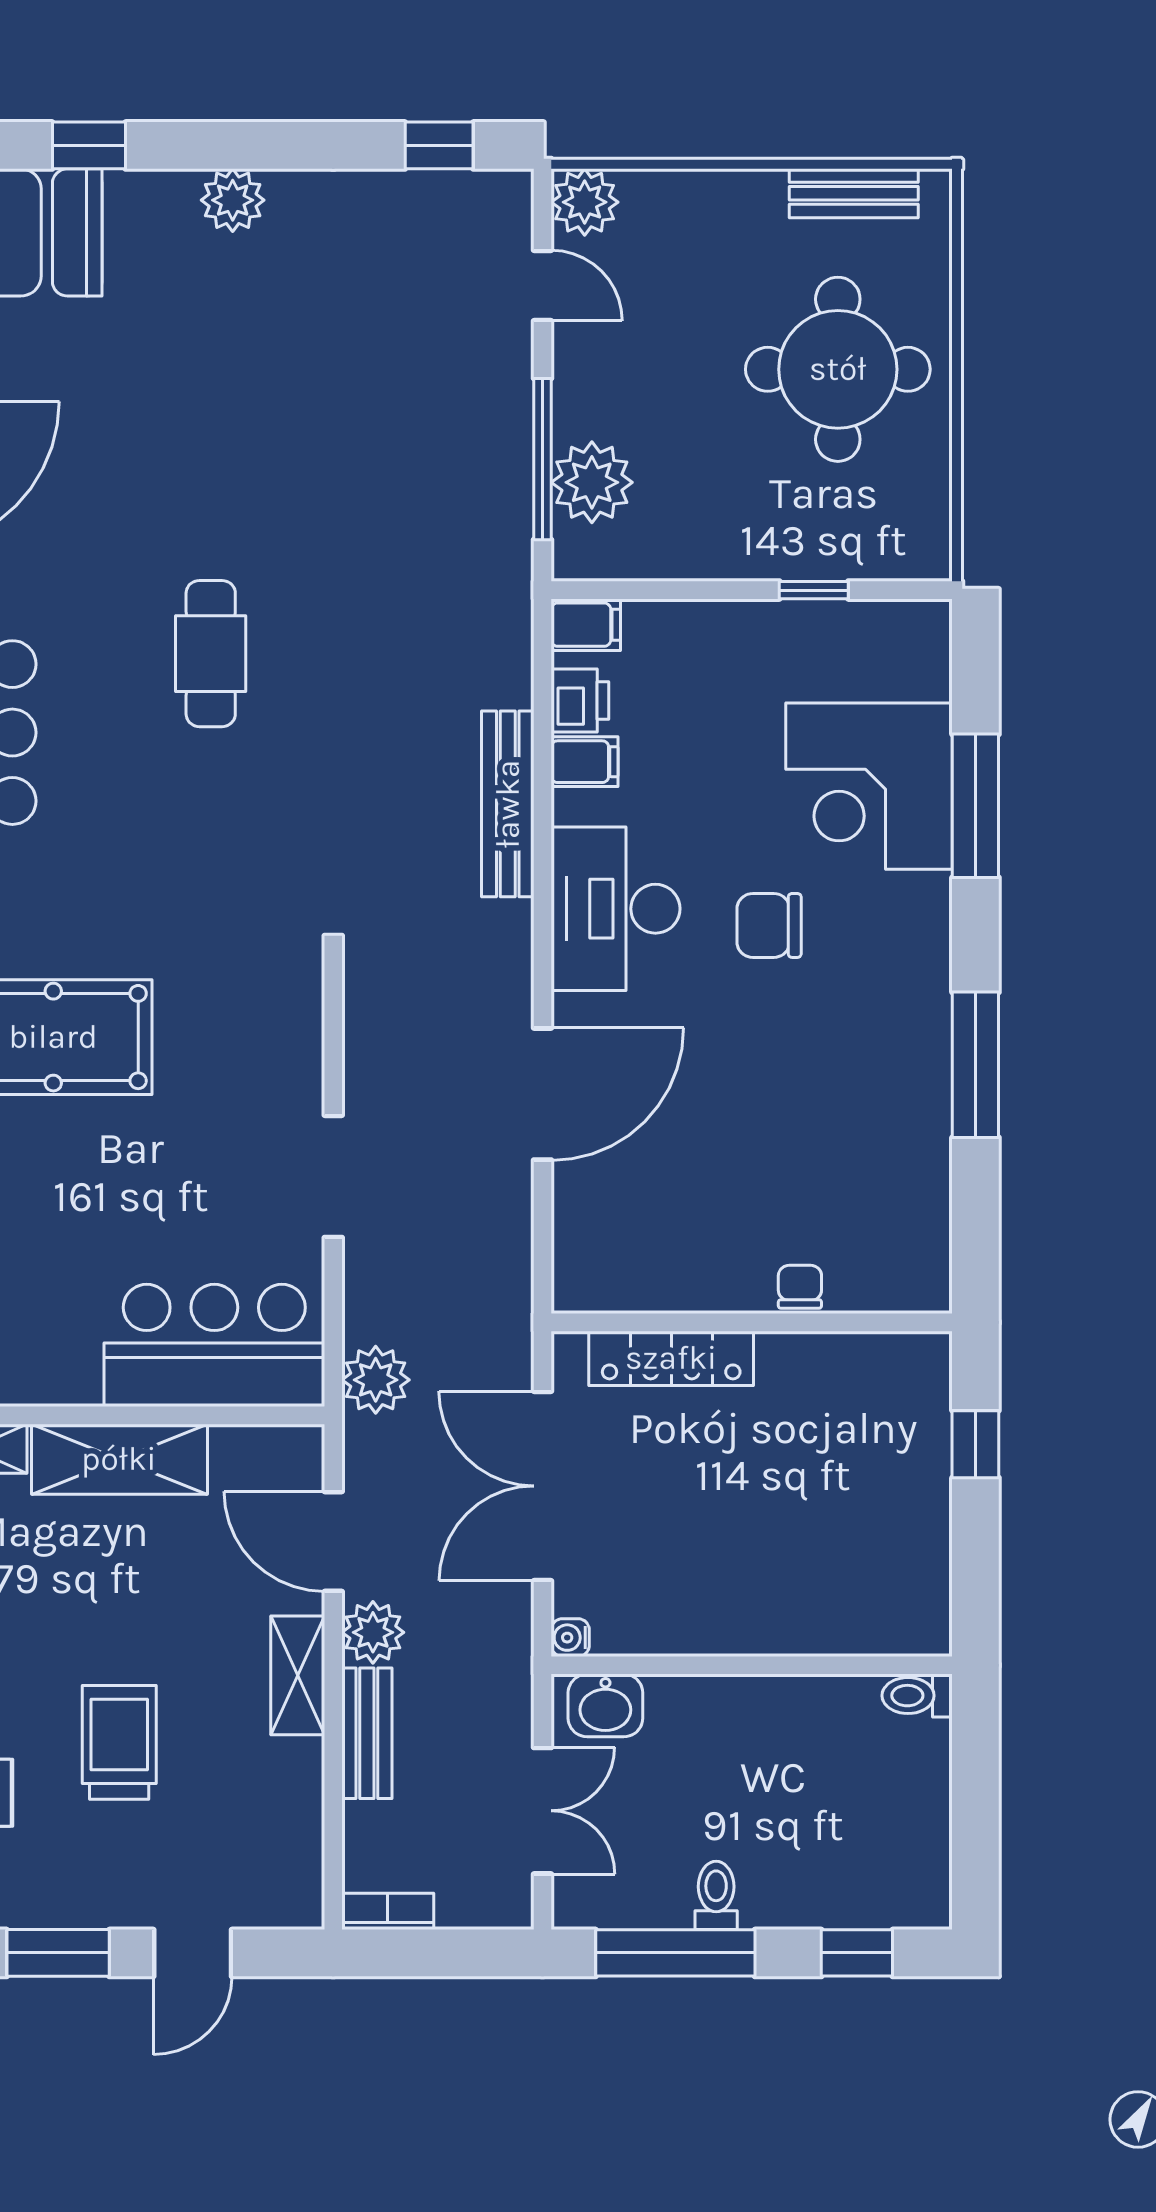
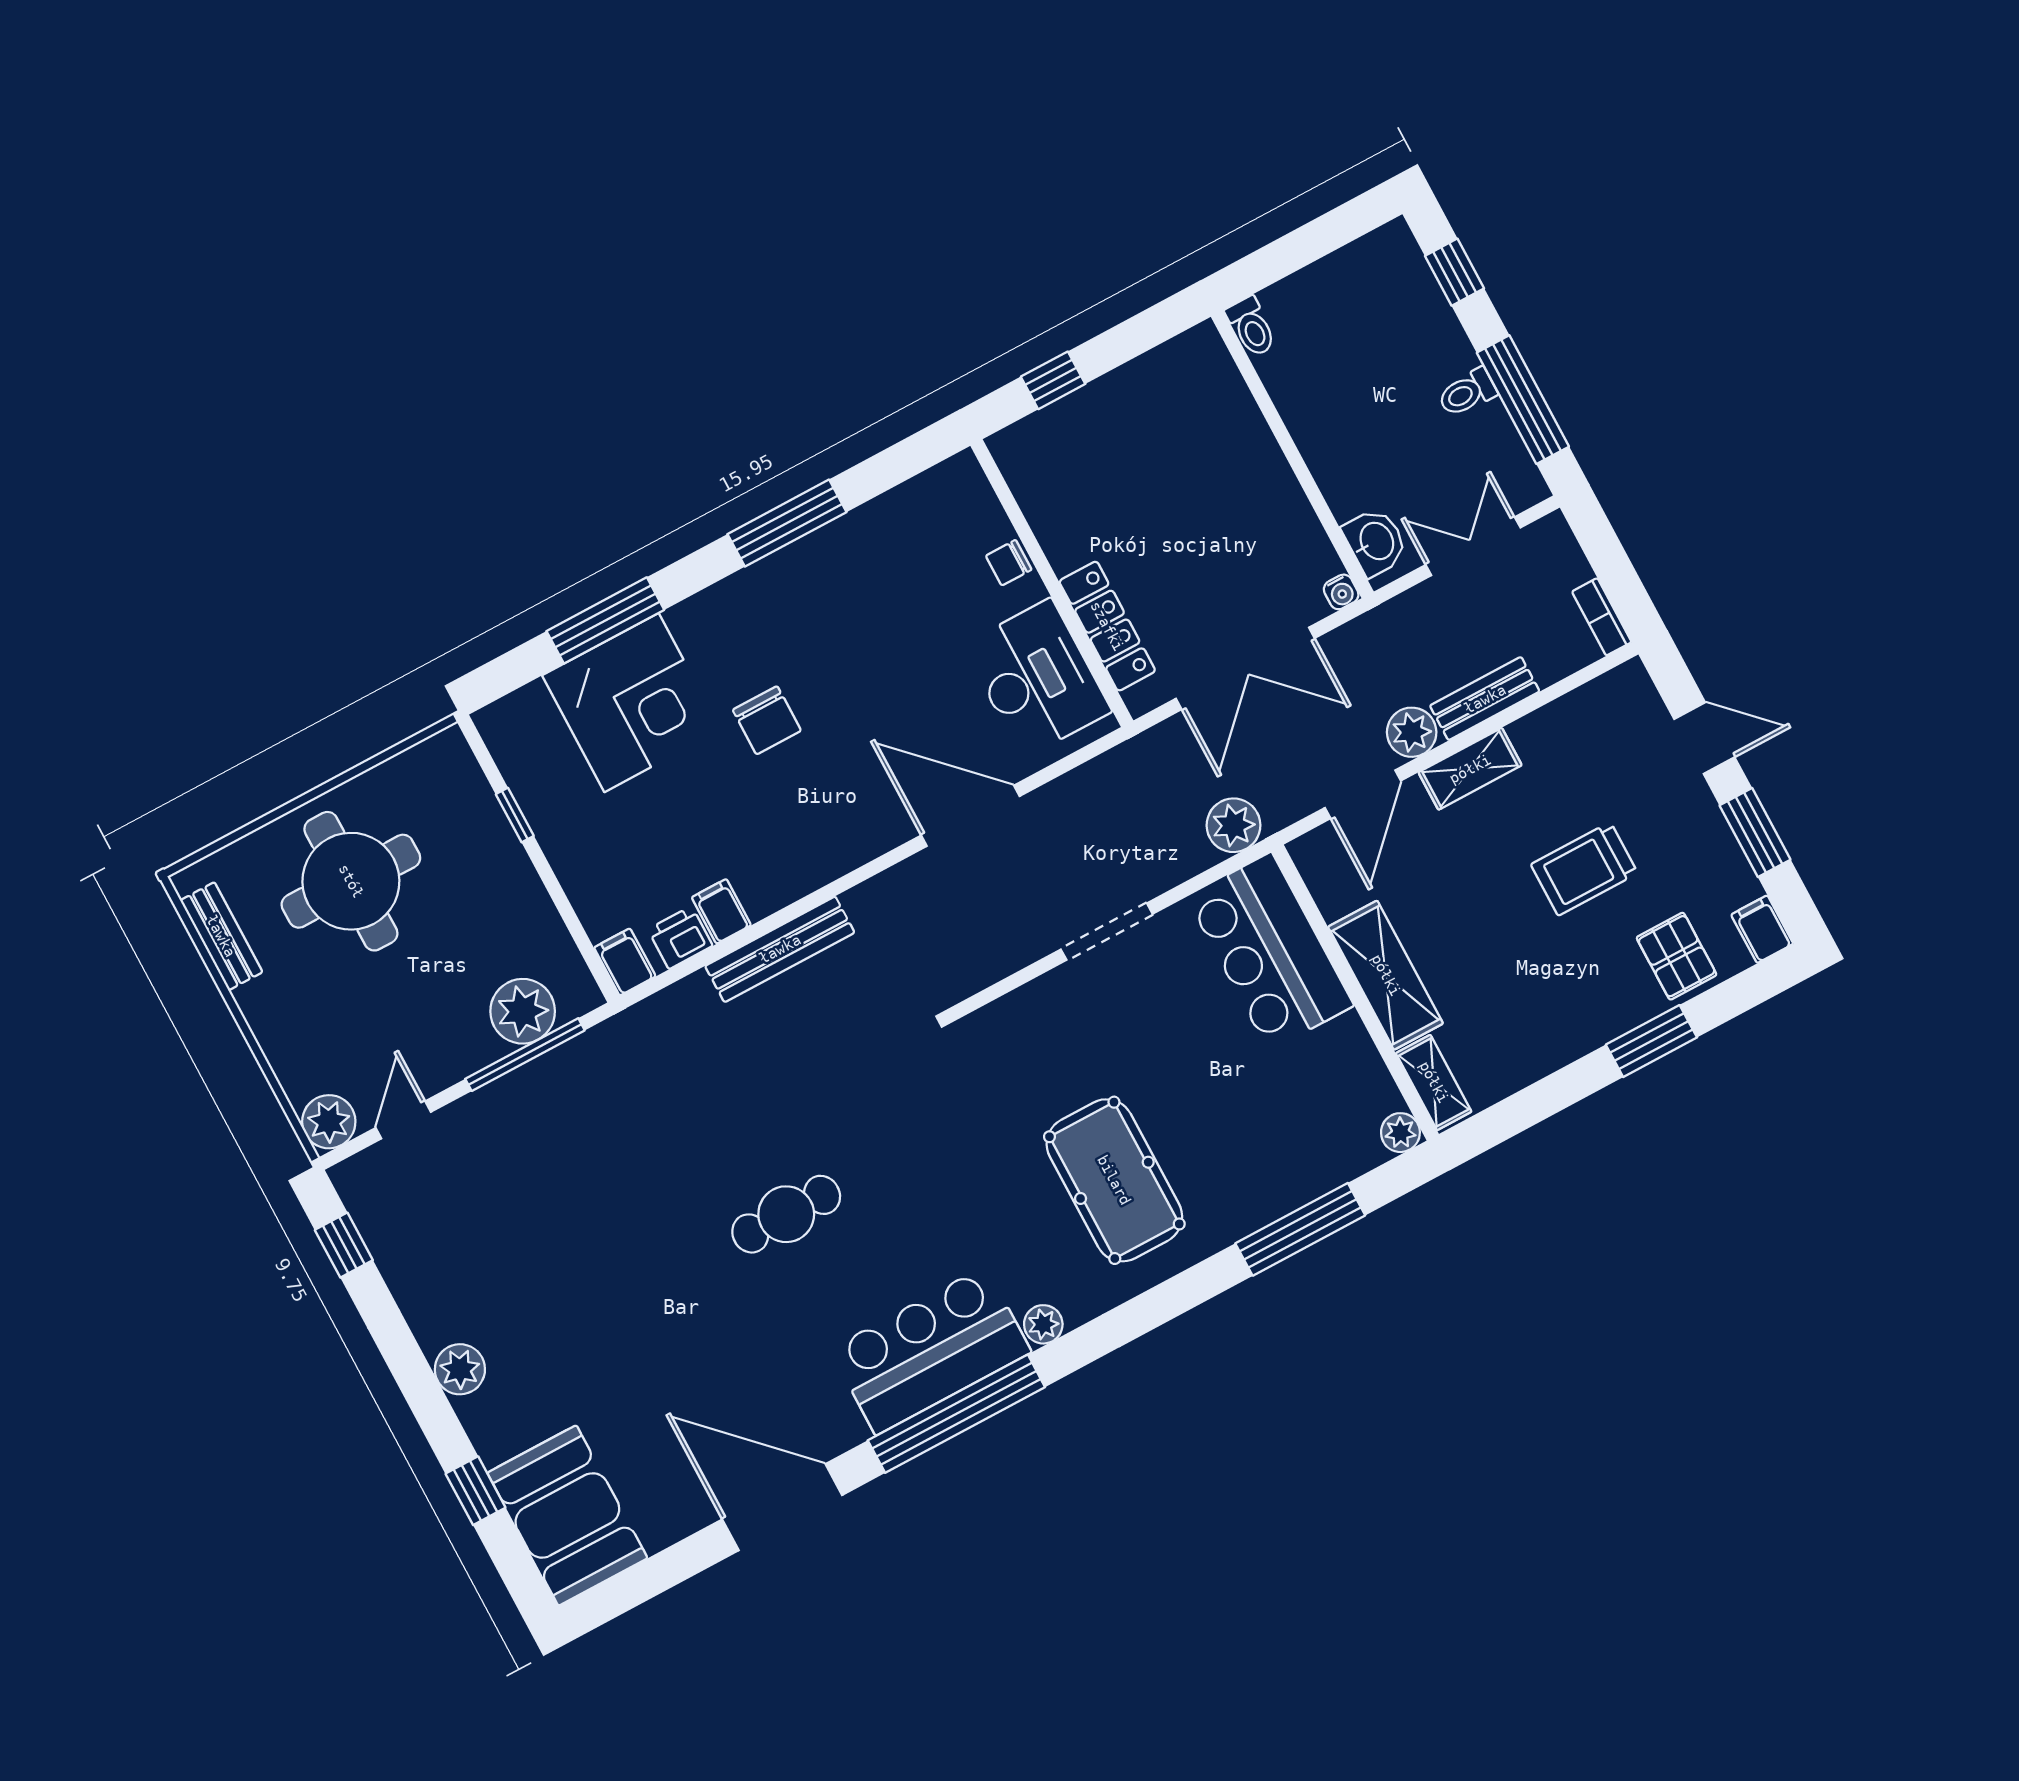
desk: (616, 909) -> (1037, 678), moved, turned -90

